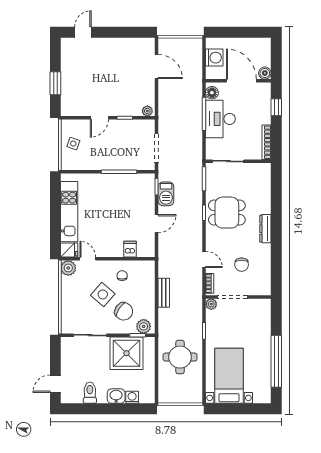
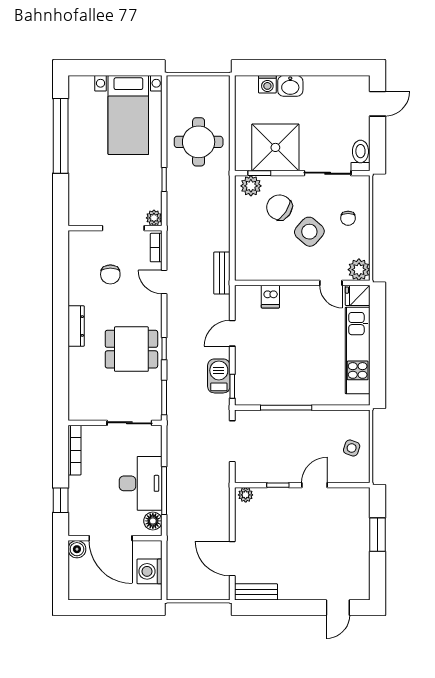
bench: (140, 43) -> (256, 592), added
chair: (242, 265) -> (110, 274), turned 180
chair: (122, 276) -> (348, 218), moved
bench: (164, 293) -> (222, 273), moved
toilet: (90, 393) -> (360, 155), moved, turned 180

